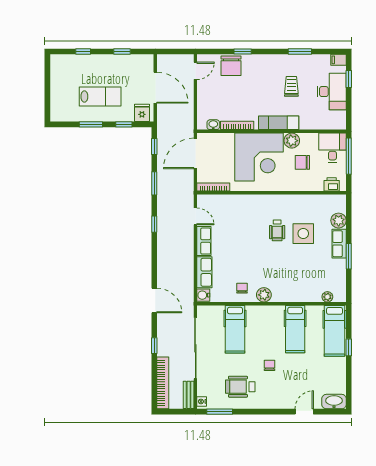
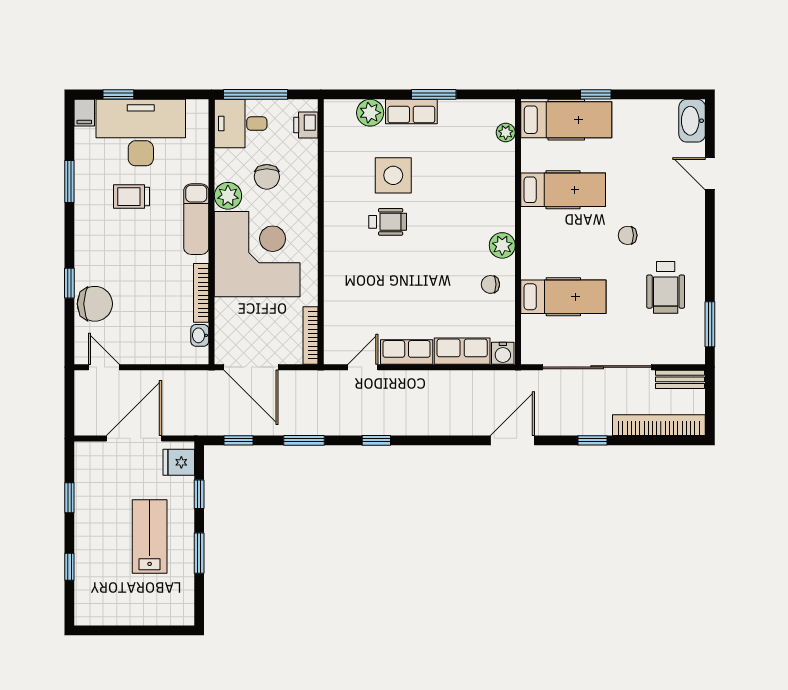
desk: (332, 92) -> (141, 133), width x1.36, depth x1.30
nightstand: (202, 401) -> (692, 356), removed

